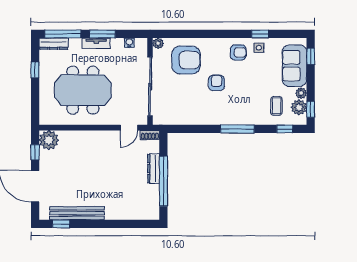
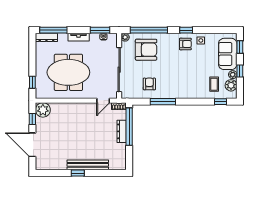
window: (103, 34) -> (100, 30), moved
window: (190, 34) -> (149, 30), added
window: (260, 34) -> (186, 30), moved
window: (35, 70) -> (32, 82), moved
armchair: (216, 83) -> (149, 84), moved
window: (311, 109) -> (240, 71), moved
window: (237, 129) -> (163, 102), moved
window: (163, 181) -> (129, 127), moved
bench: (77, 213) -> (88, 165), moved
window: (61, 224) -> (78, 173), moved

